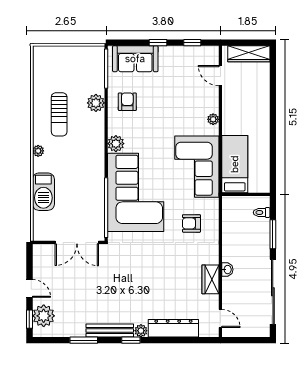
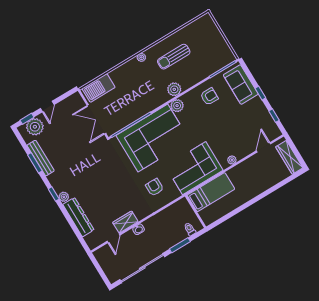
plant: (96, 103) -> (174, 89), moved
barbecue: (43, 192) -> (99, 88), moved
door: (220, 318) -> (113, 238), moved
bench: (110, 330) -> (41, 158), moved

